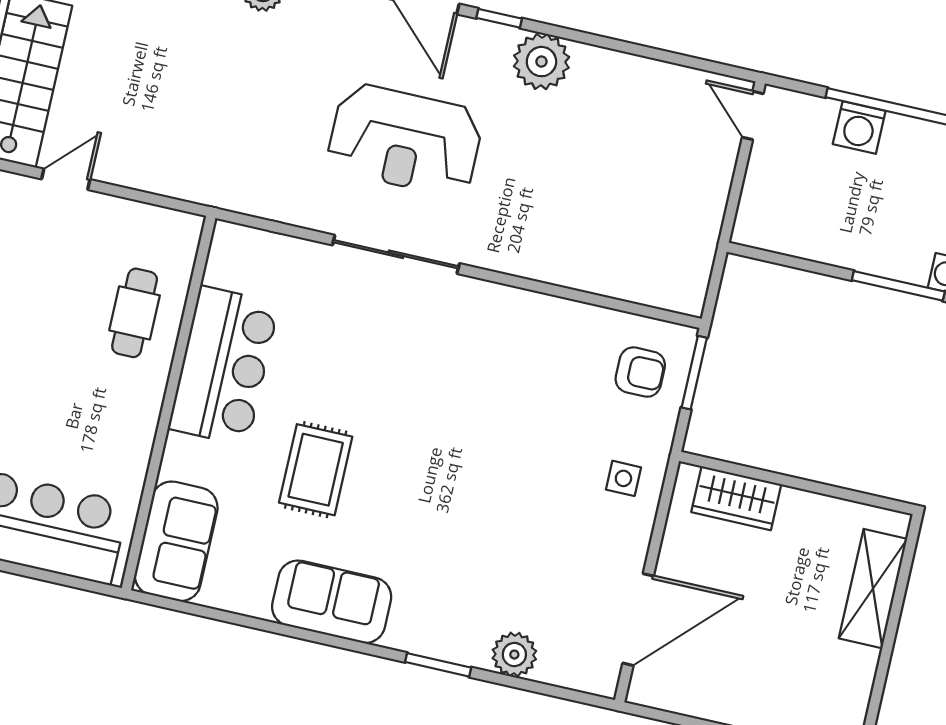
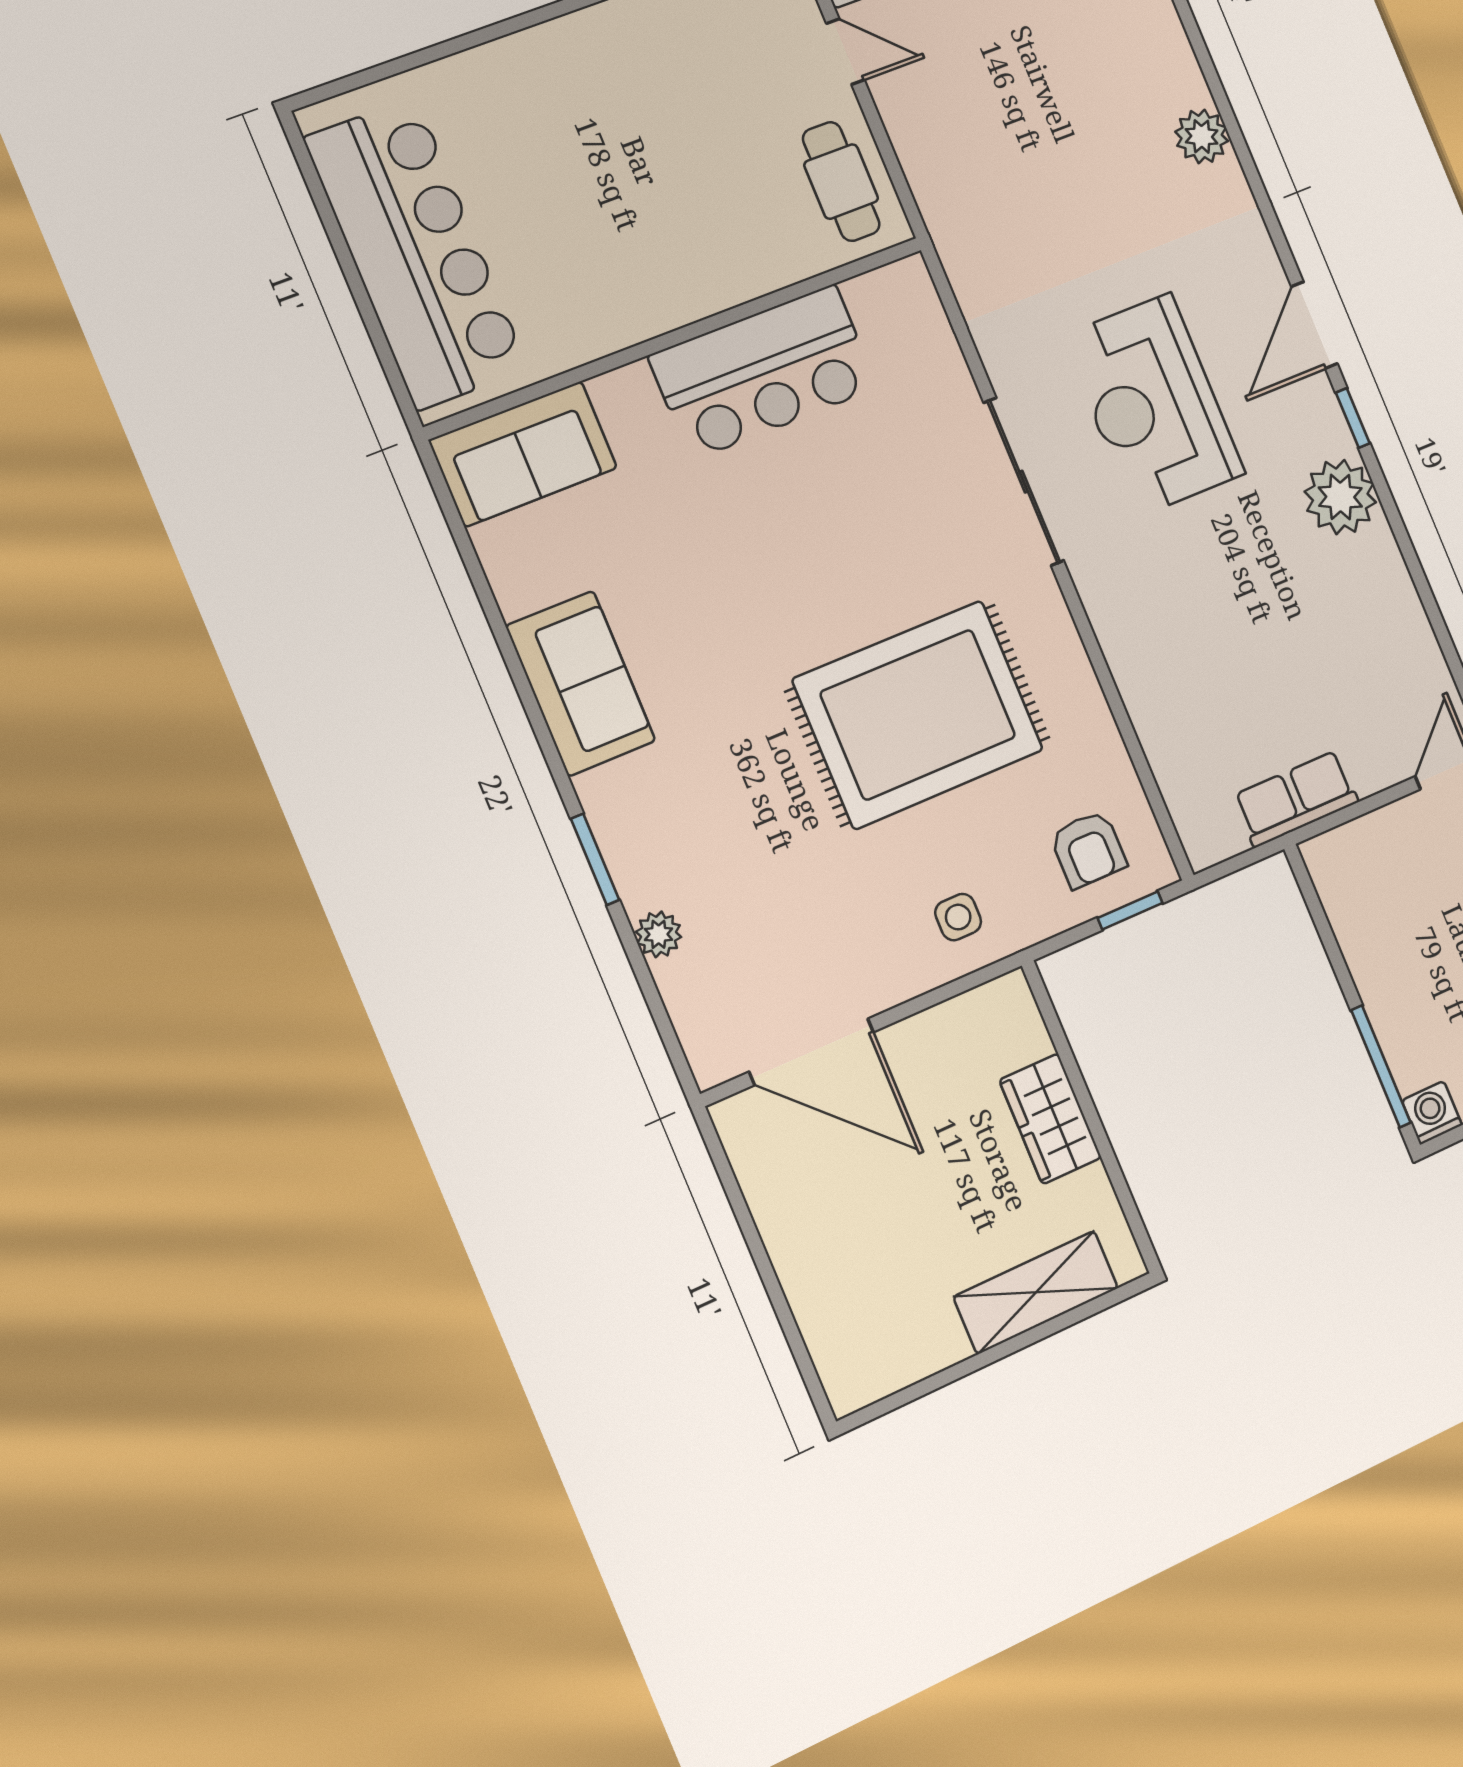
row of seats: (702, 223) -> (1296, 799), added
cafe table: (135, 313) -> (841, 182), moved, turned 90
window: (694, 373) -> (1130, 910), width x0.67
rug: (316, 470) -> (918, 715), moved, width x1.86, depth x2.06
wardrobe: (736, 498) -> (1050, 1119), moved
plant: (514, 655) -> (659, 934), width x0.73, depth x0.73

